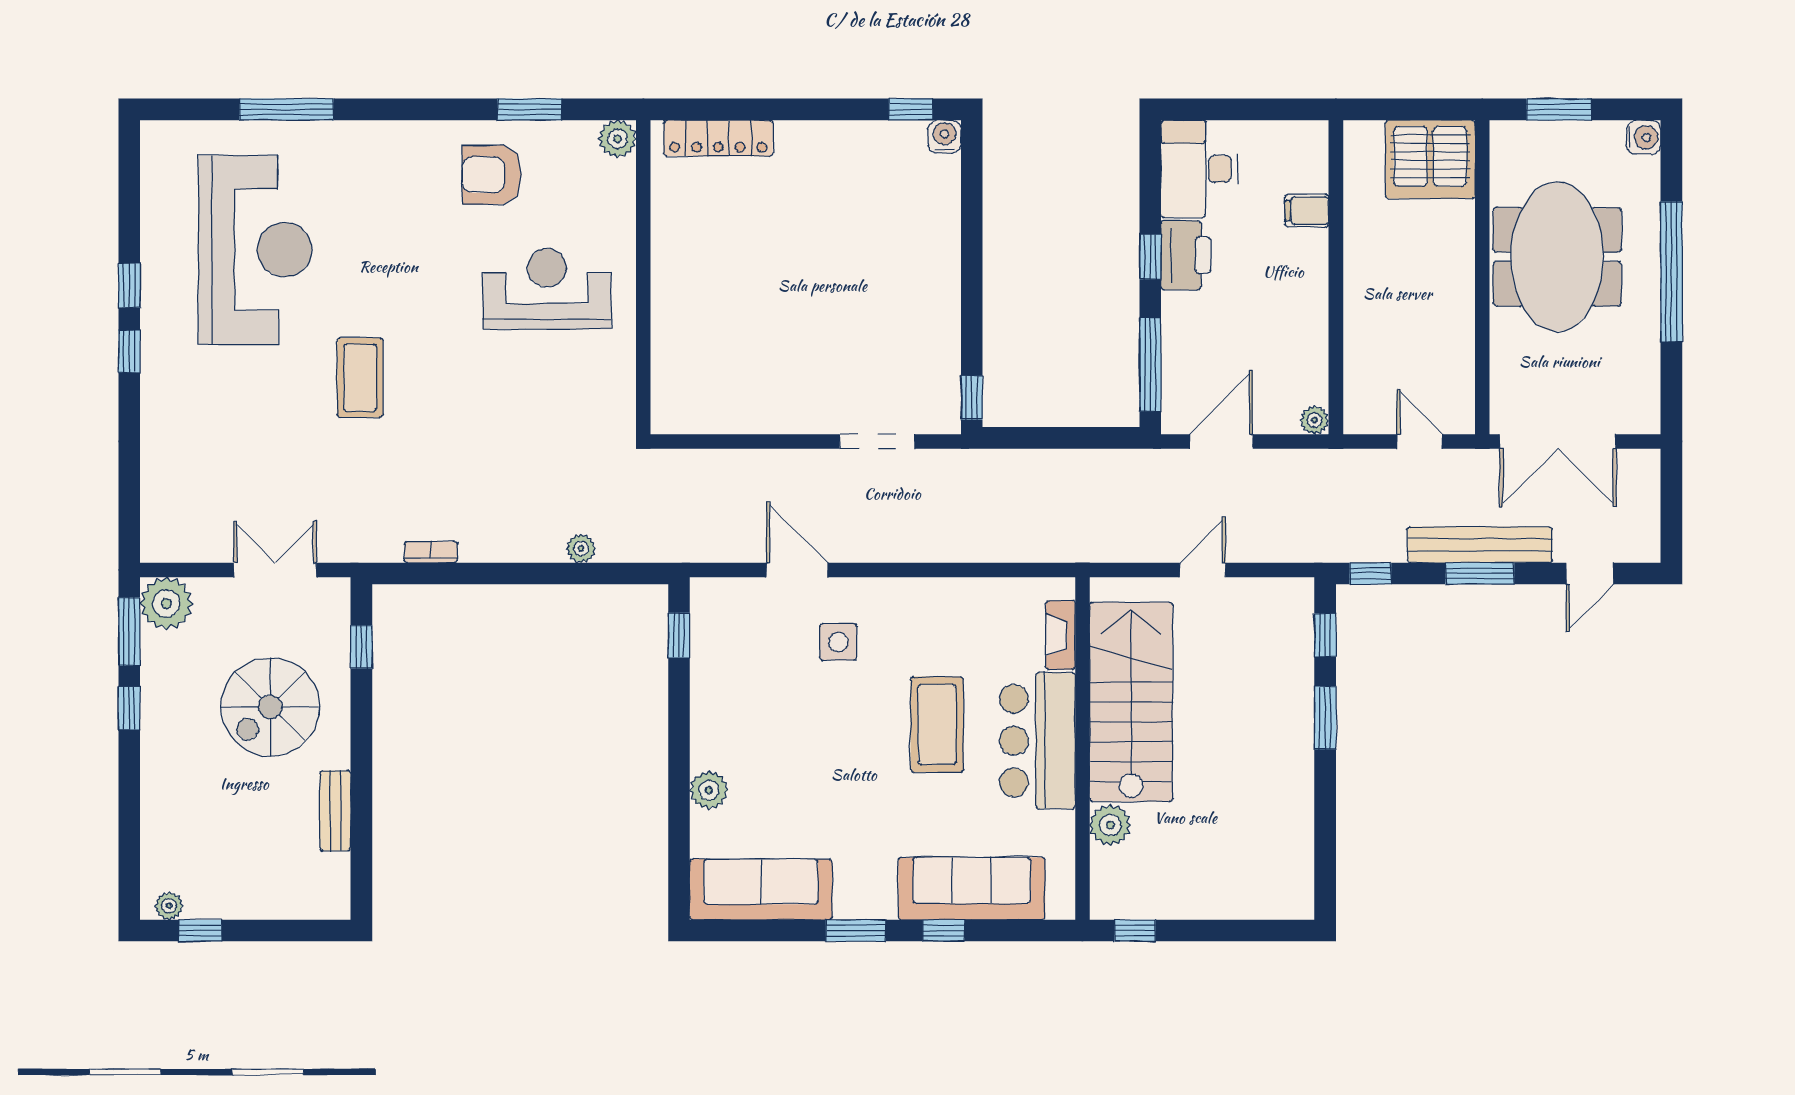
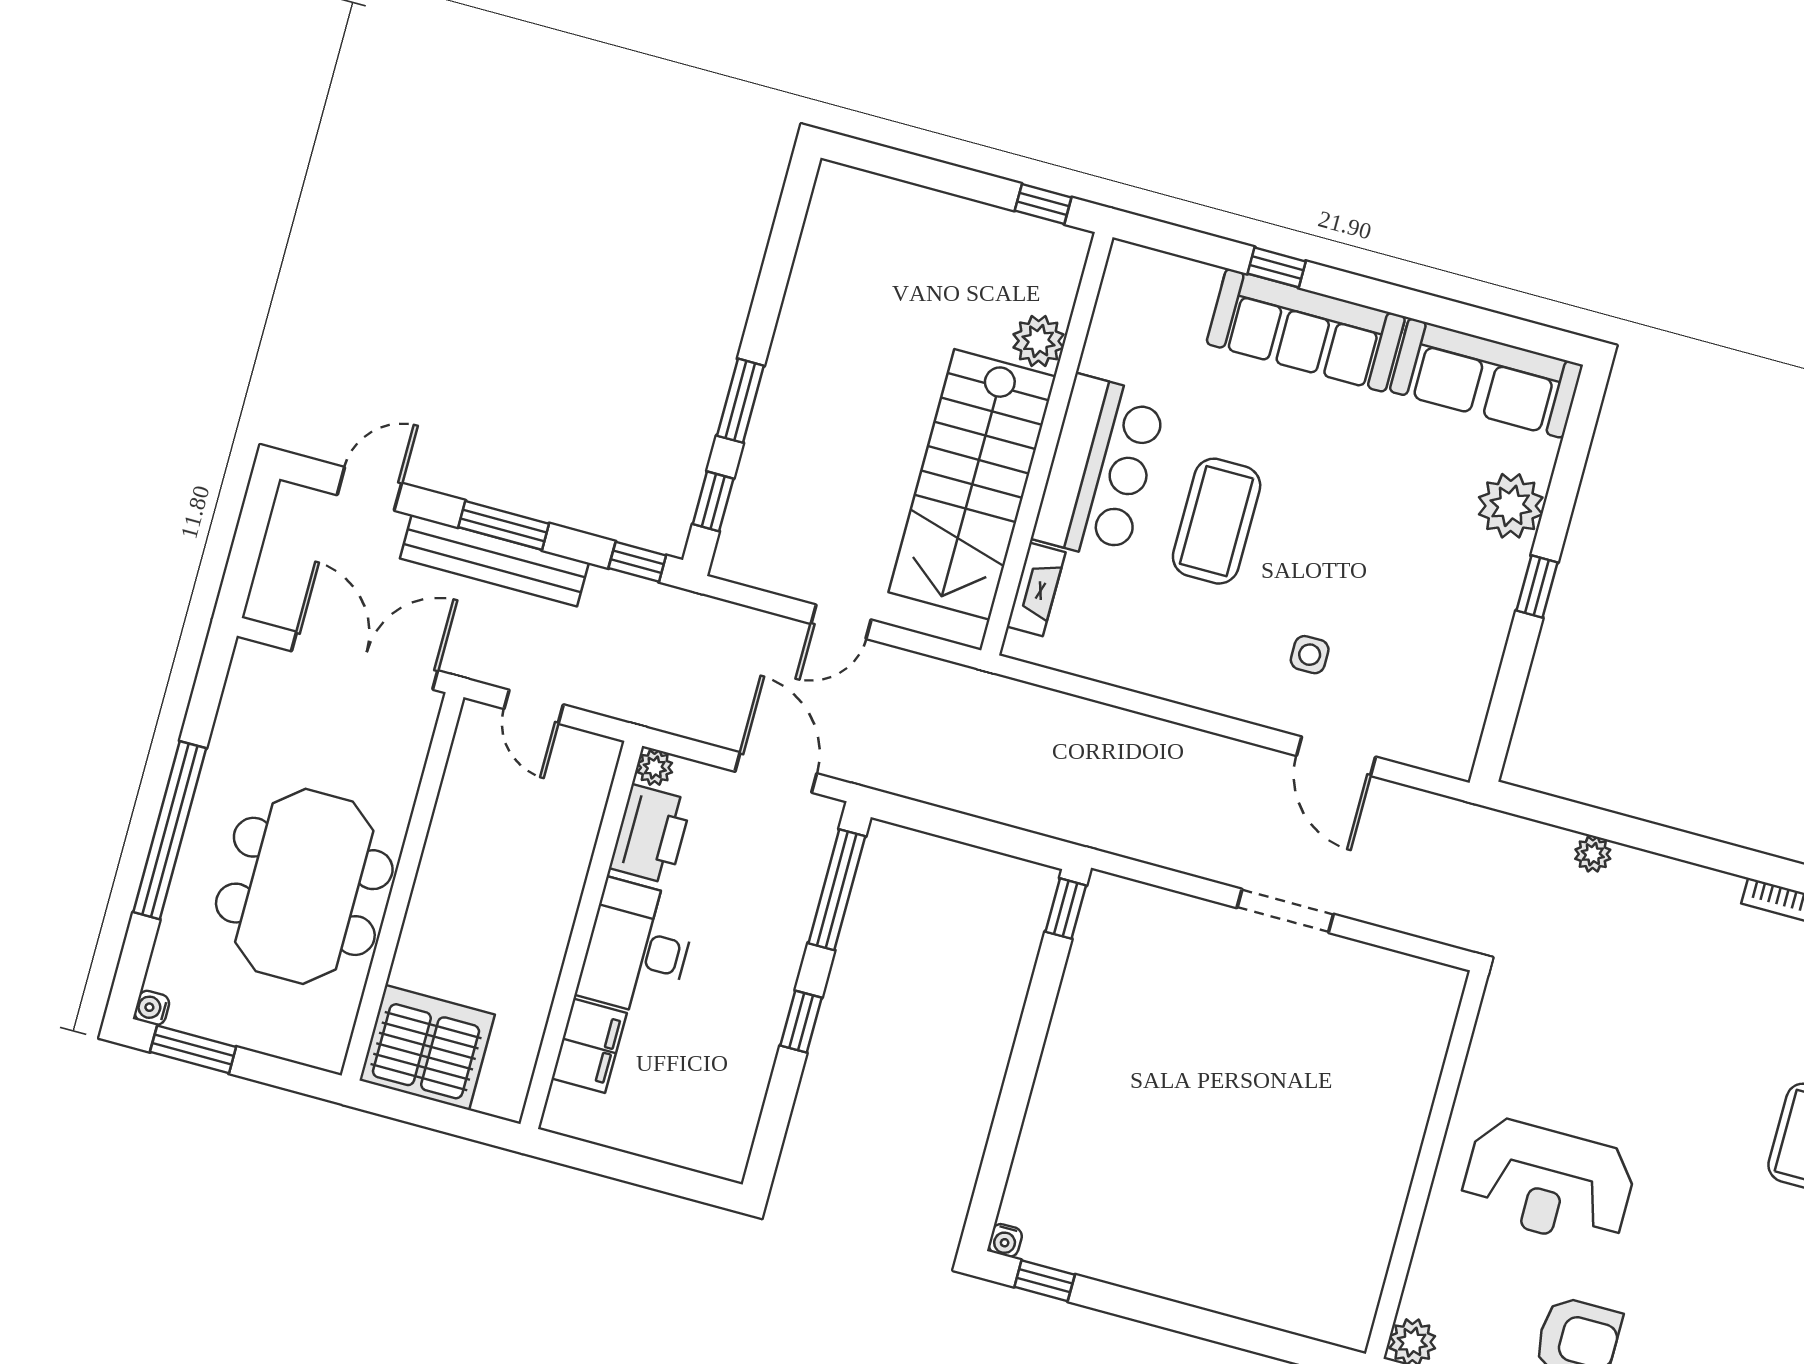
window: (1559, 109) -> (193, 1049), moved
water cooler: (945, 137) -> (1005, 1240), width x0.72, depth x0.72
water cooler: (1644, 137) -> (152, 1008), width x0.72, depth x0.72
locker: (718, 138) -> (1289, 1310), removed
desk: (1199, 169) -> (637, 948), moved, turned 180
filing cabinet: (1307, 211) -> (589, 1046), width x2.00
printer: (1186, 255) -> (651, 834), moved, turned 180
doorway: (877, 441) -> (1285, 911), moved
door: (1221, 441) -> (776, 773), swing flipped
window: (679, 635) -> (1537, 586), moved
side table: (838, 642) -> (1310, 655), width x0.73, depth x0.73
plant: (709, 790) -> (1511, 506), width x1.36, depth x1.36
sofa: (972, 889) -> (1306, 330), moved
window: (856, 930) -> (1384, 297), removed

